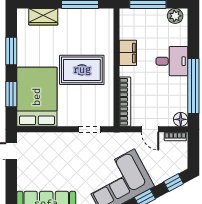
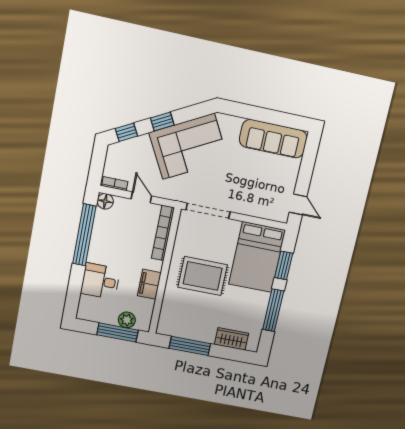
plant: (175, 16) -> (127, 320), moved
window: (11, 51) -> (273, 310), width x1.44
desk: (172, 61) -> (100, 281), moved
doorway: (89, 129) -> (208, 211), width x1.88

